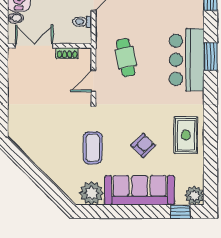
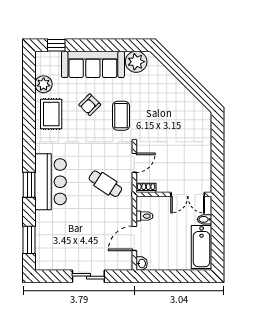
shoe rack: (67, 53) -> (146, 188), moved
cafe table: (126, 58) -> (105, 184), turned -46
coffee table: (93, 148) -> (121, 116), moved
plant: (194, 196) -> (44, 84), moved

